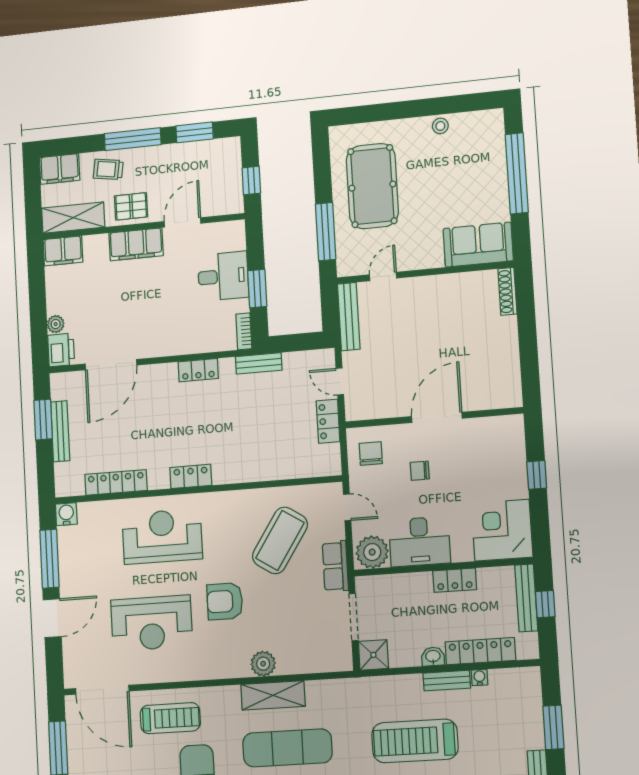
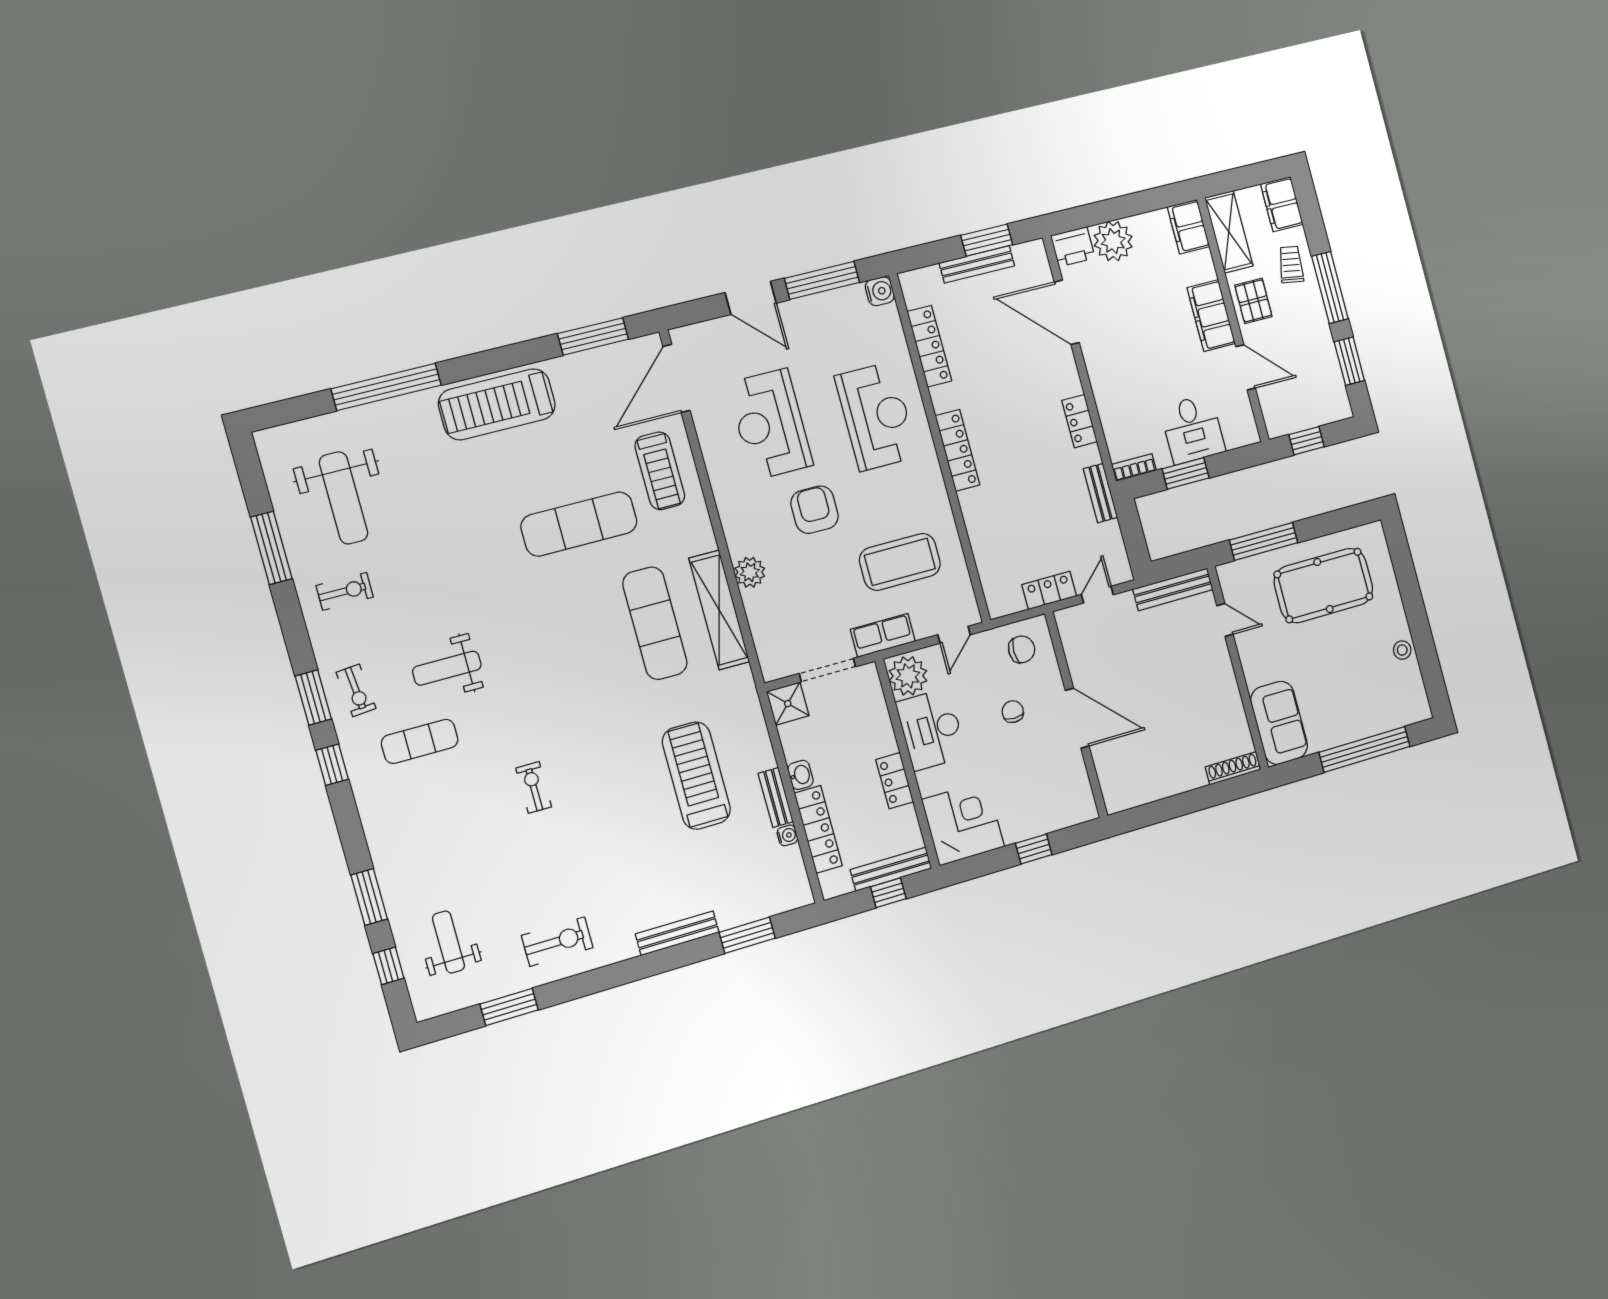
plant: (56, 324) -> (1113, 241), width x1.87, depth x1.87
locker: (191, 476) -> (958, 450), width x1.53
coffee table: (280, 540) -> (900, 562), turned -33
shelving: (273, 695) -> (719, 610), width x1.47

